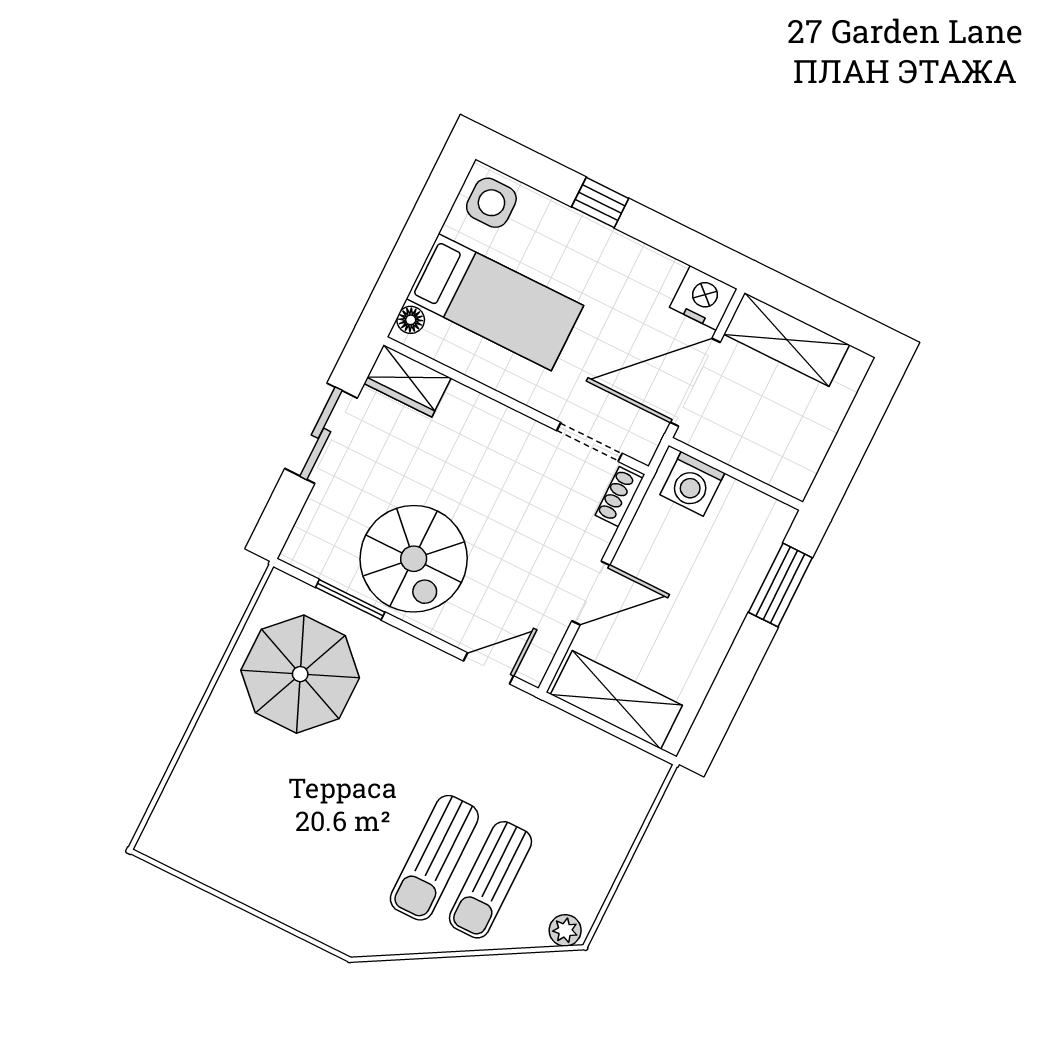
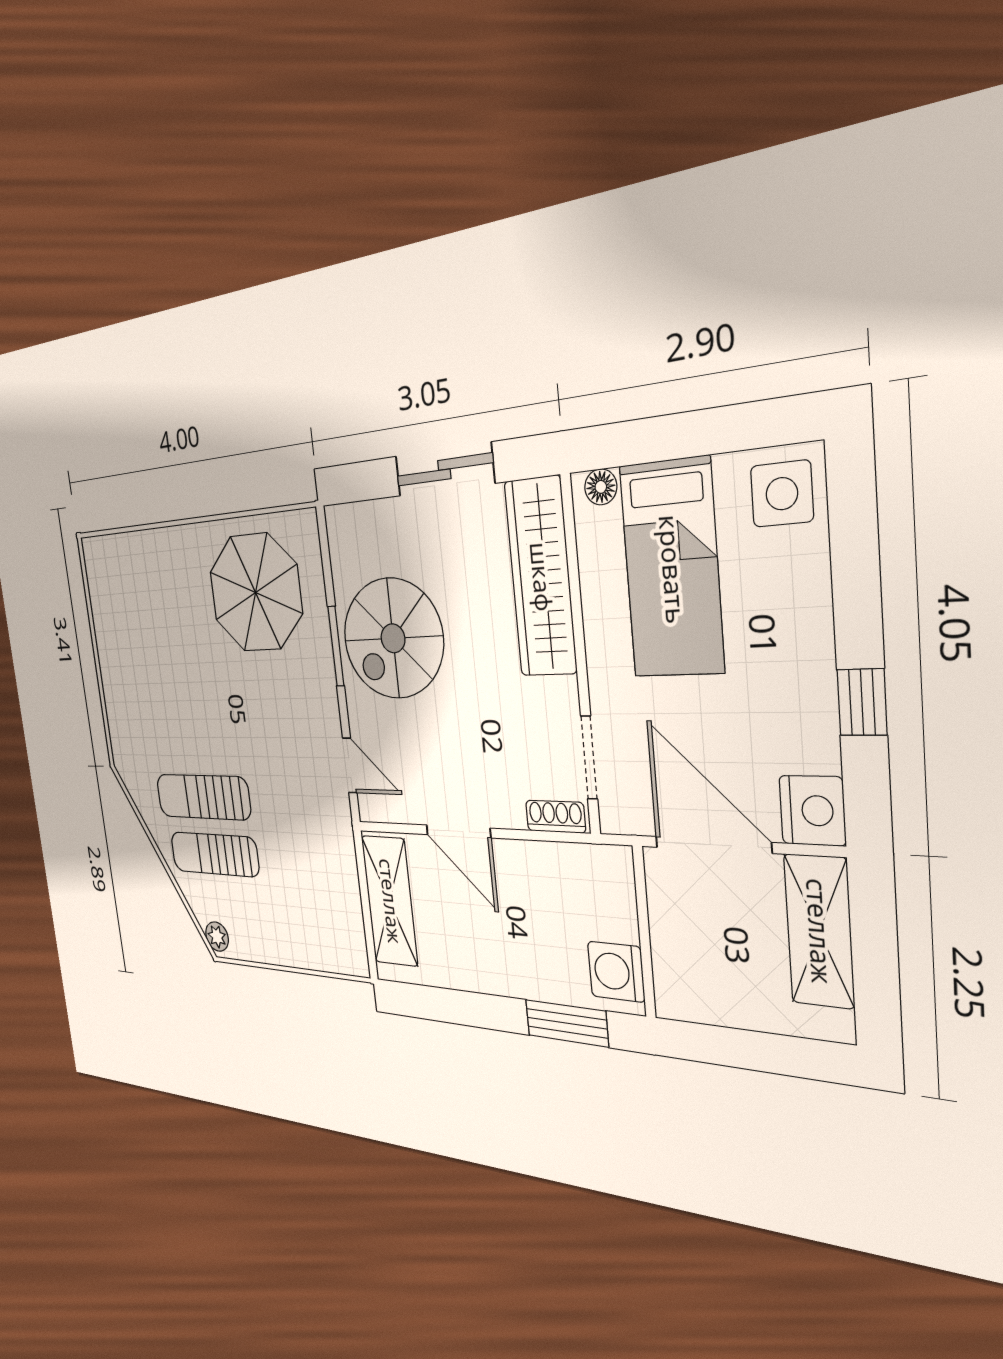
window: (600, 203) -> (862, 702), moved
wardrobe: (407, 381) -> (541, 577), width x2.10, depth x1.17
washing machine: (692, 484) -> (616, 972), moved
window: (350, 600) -> (336, 646), moved

